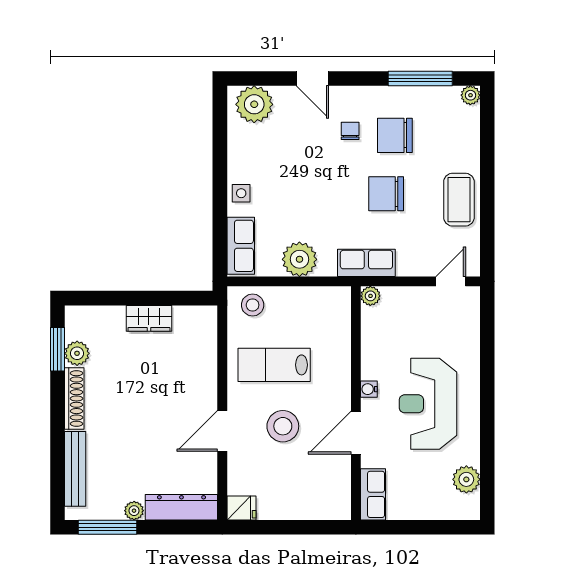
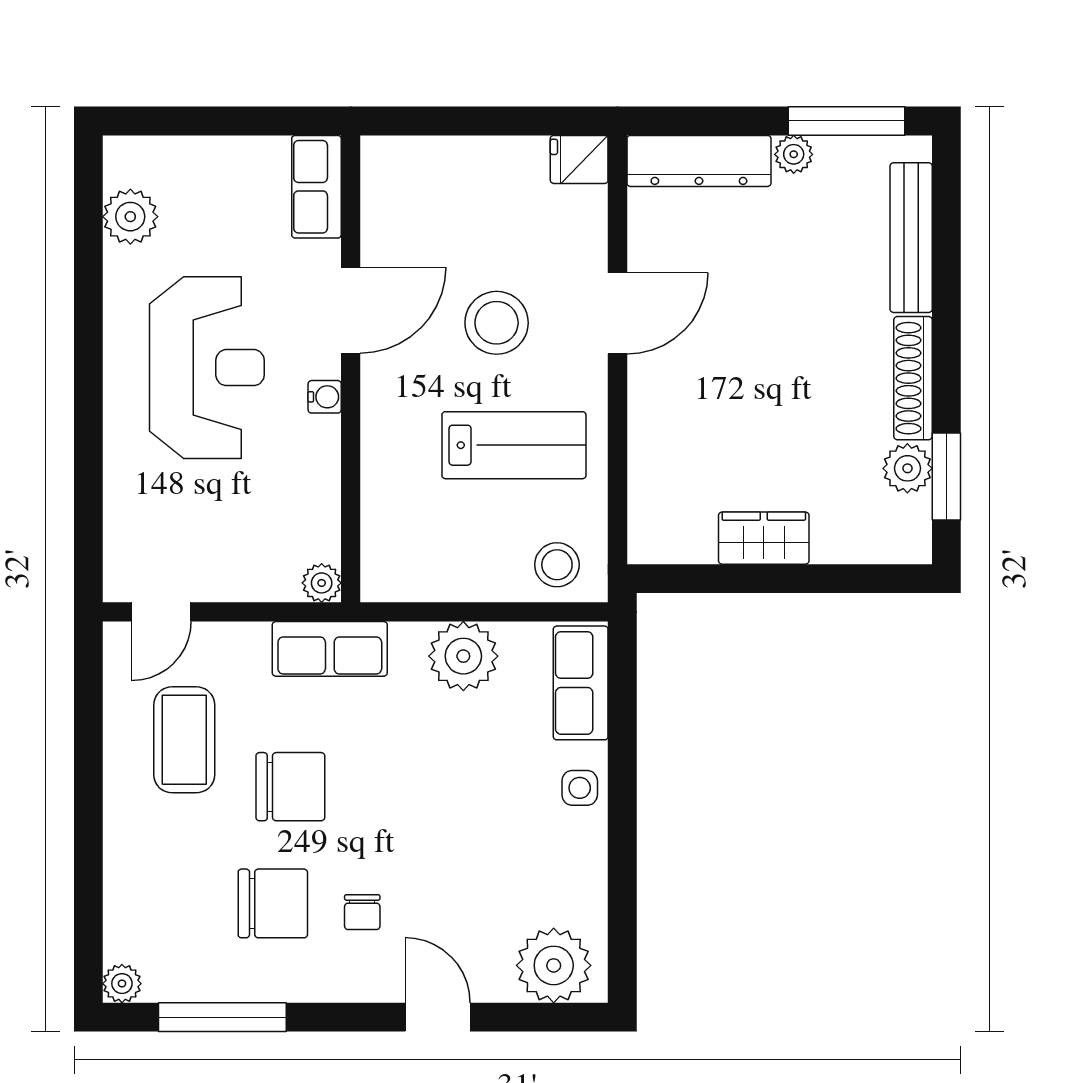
coffee table: (459, 200) -> (184, 740), moved

